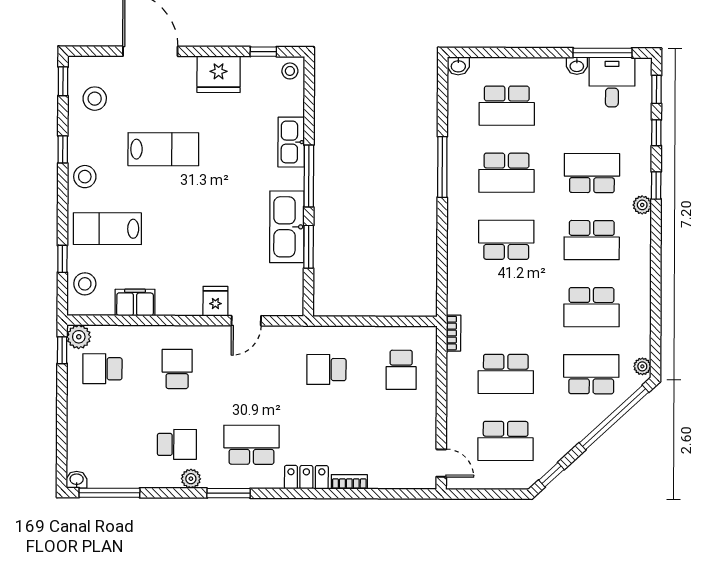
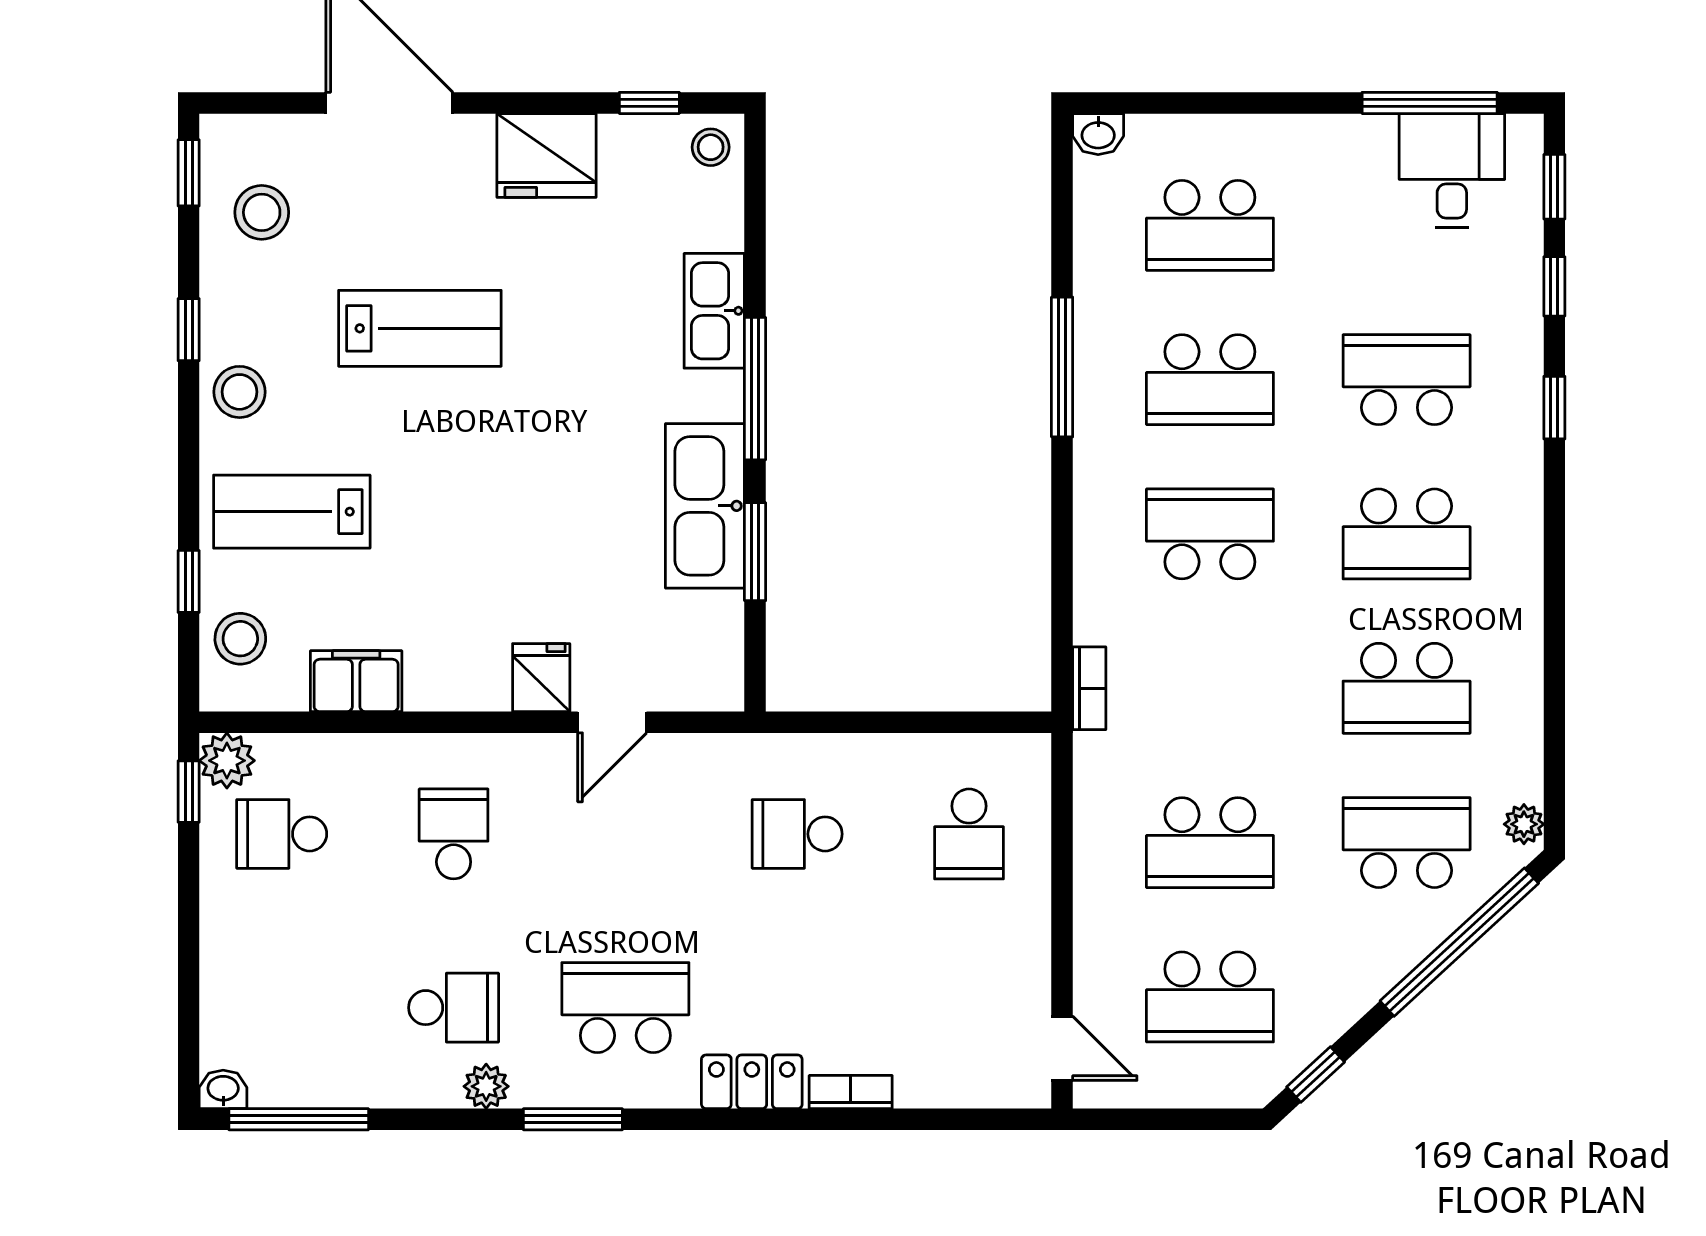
washbasin: (577, 66) -> (1371, 133), removed
plant: (642, 205) -> (1522, 453), removed
bookcase: (453, 333) -> (1089, 688), moved

